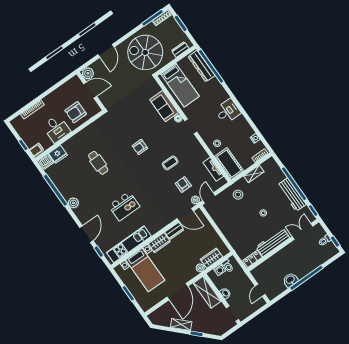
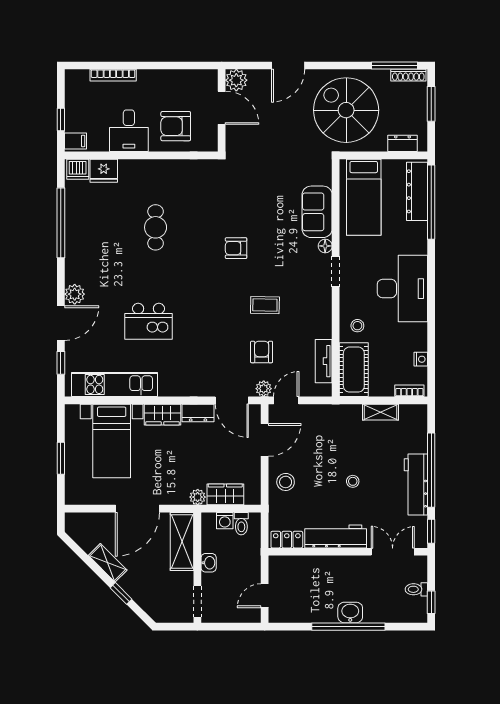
desk: (228, 111) -> (402, 289), width x1.87, depth x1.30
stool: (238, 195) -> (286, 482), moved
plant: (73, 203) -> (75, 294), moved
door: (212, 222) -> (265, 440), added
washbasin: (290, 280) -> (350, 612), moved

